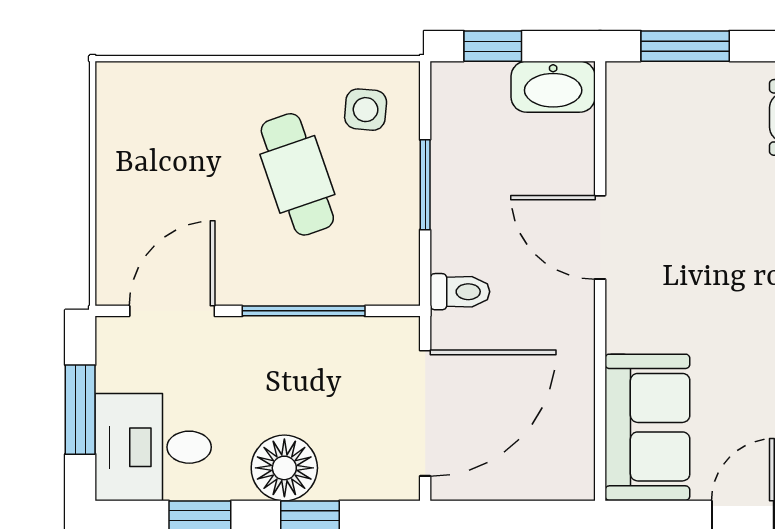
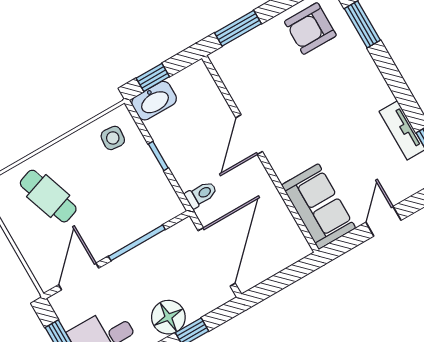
washbasin: (553, 87) -> (154, 101), moved
cafe table: (297, 174) -> (48, 196), moved
window: (425, 185) -> (158, 156), width x0.67
door: (600, 237) -> (249, 135), hinge flipped

